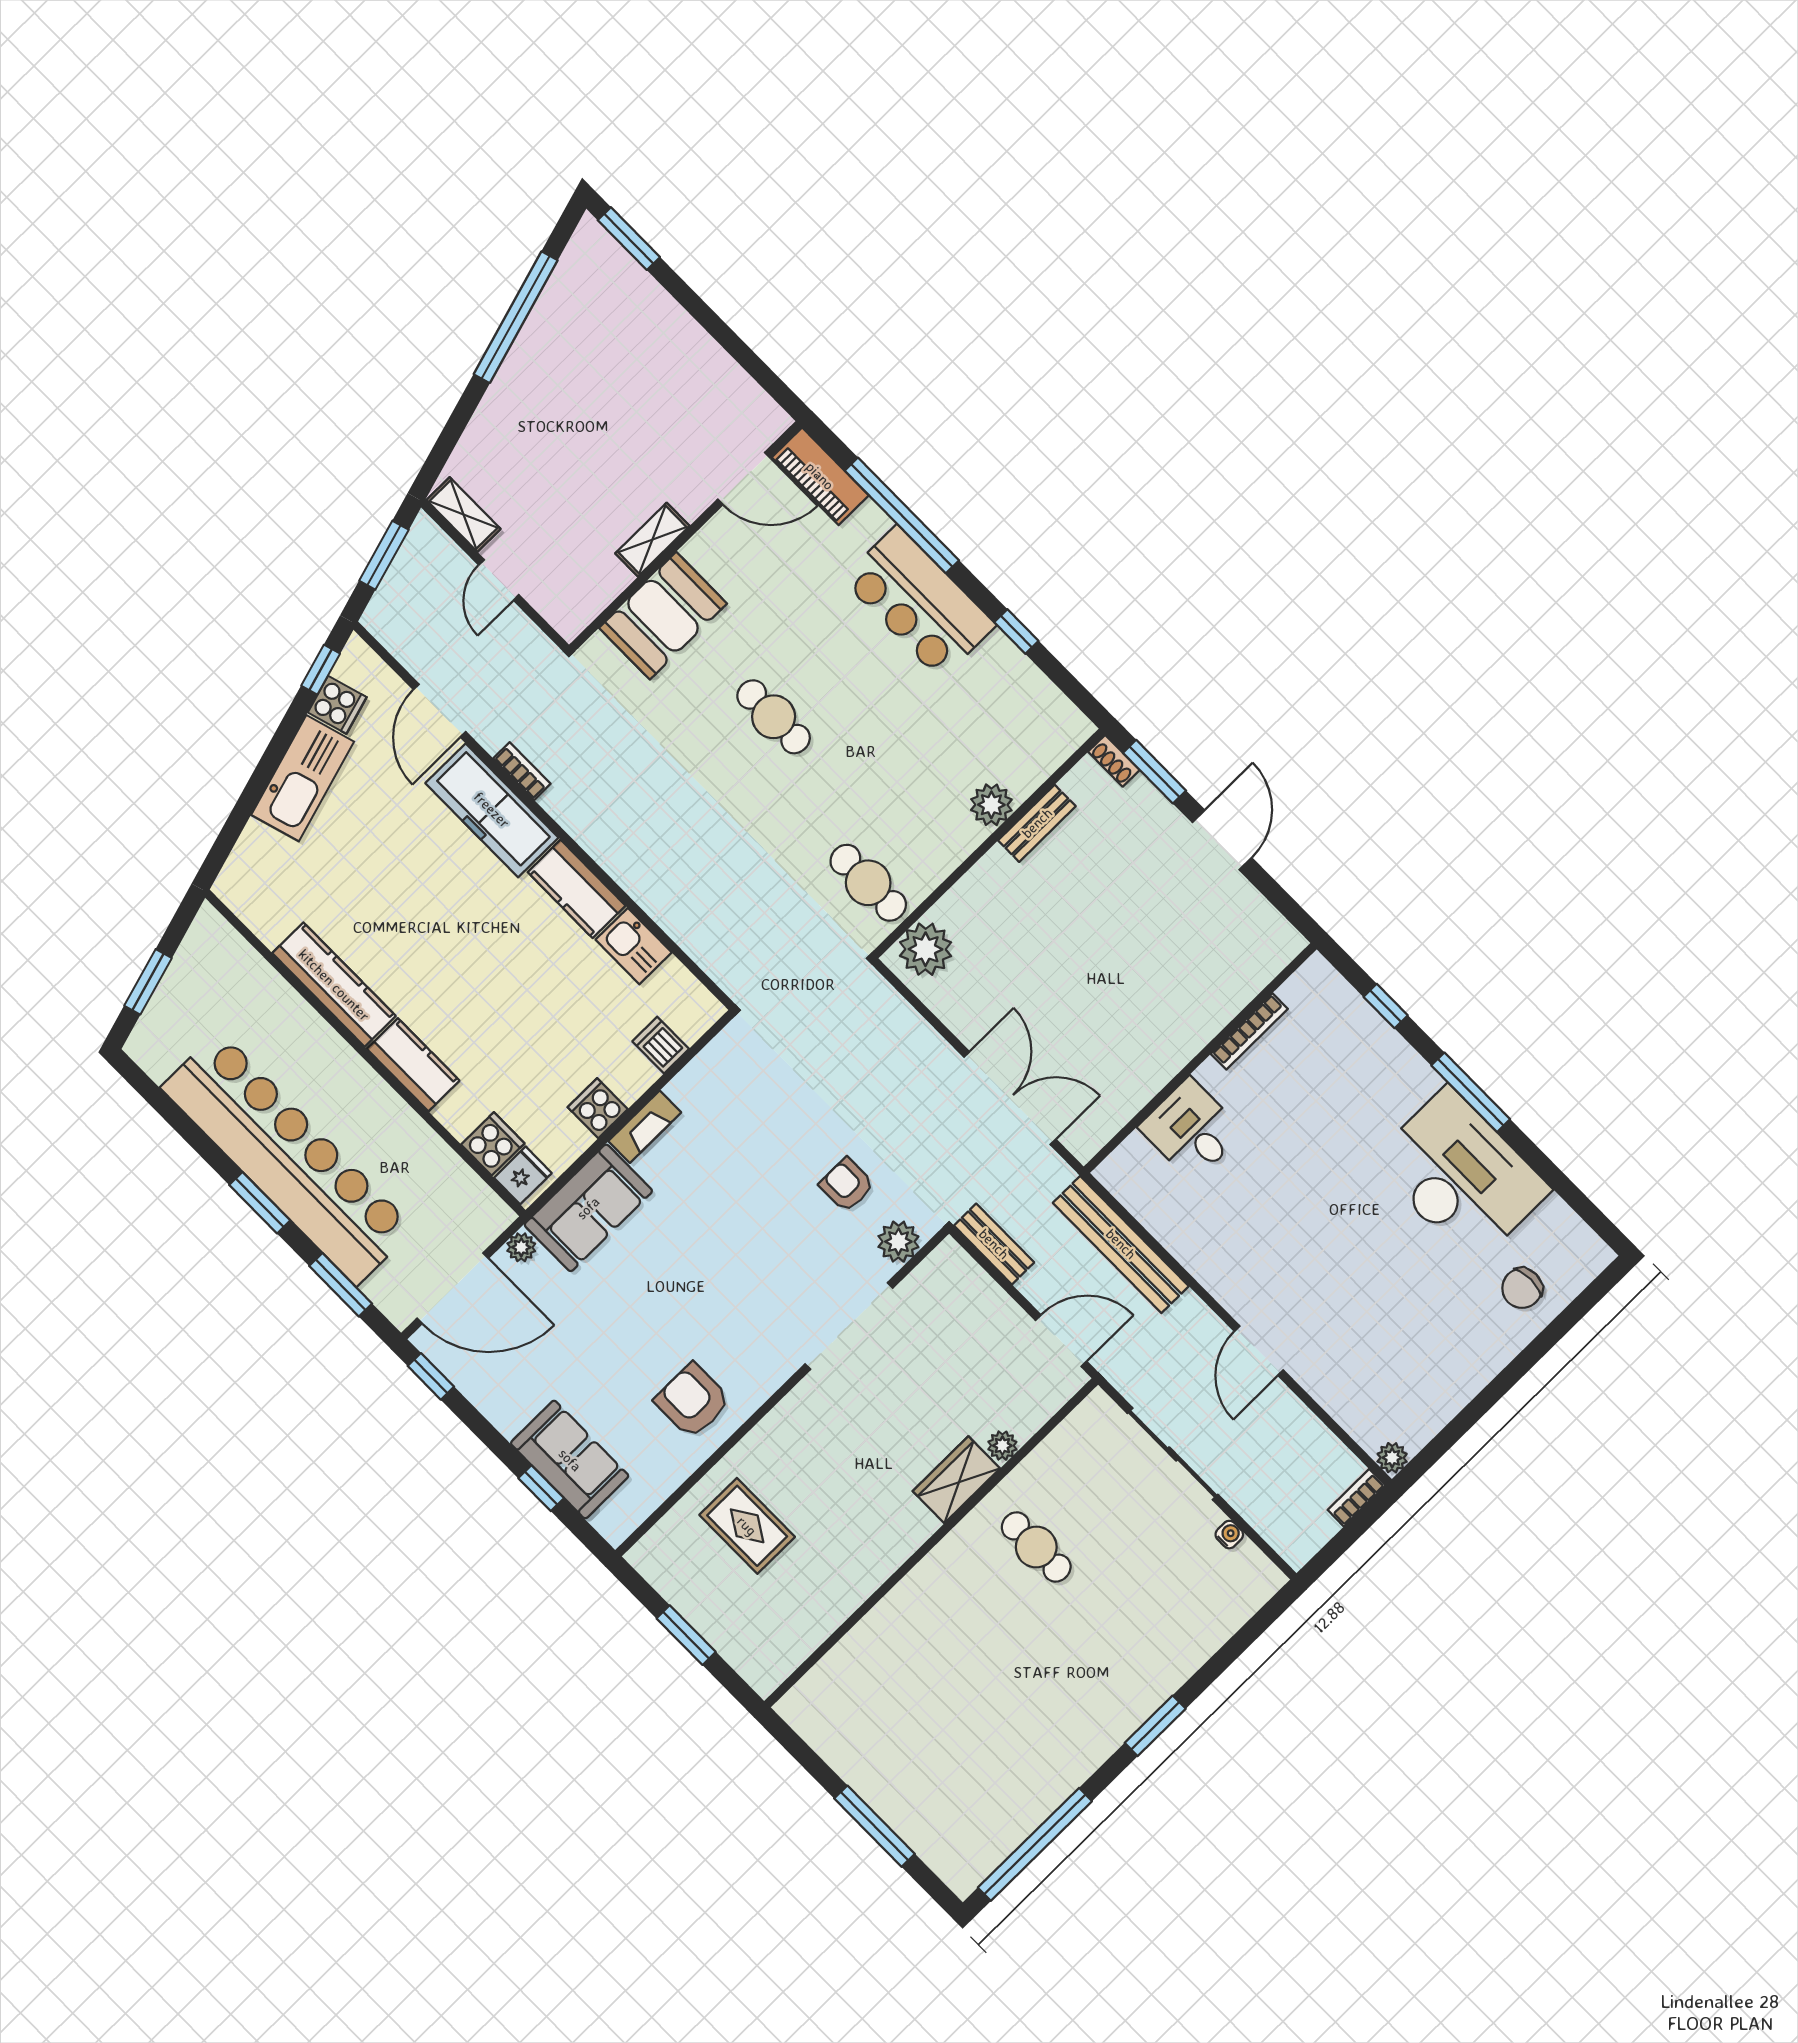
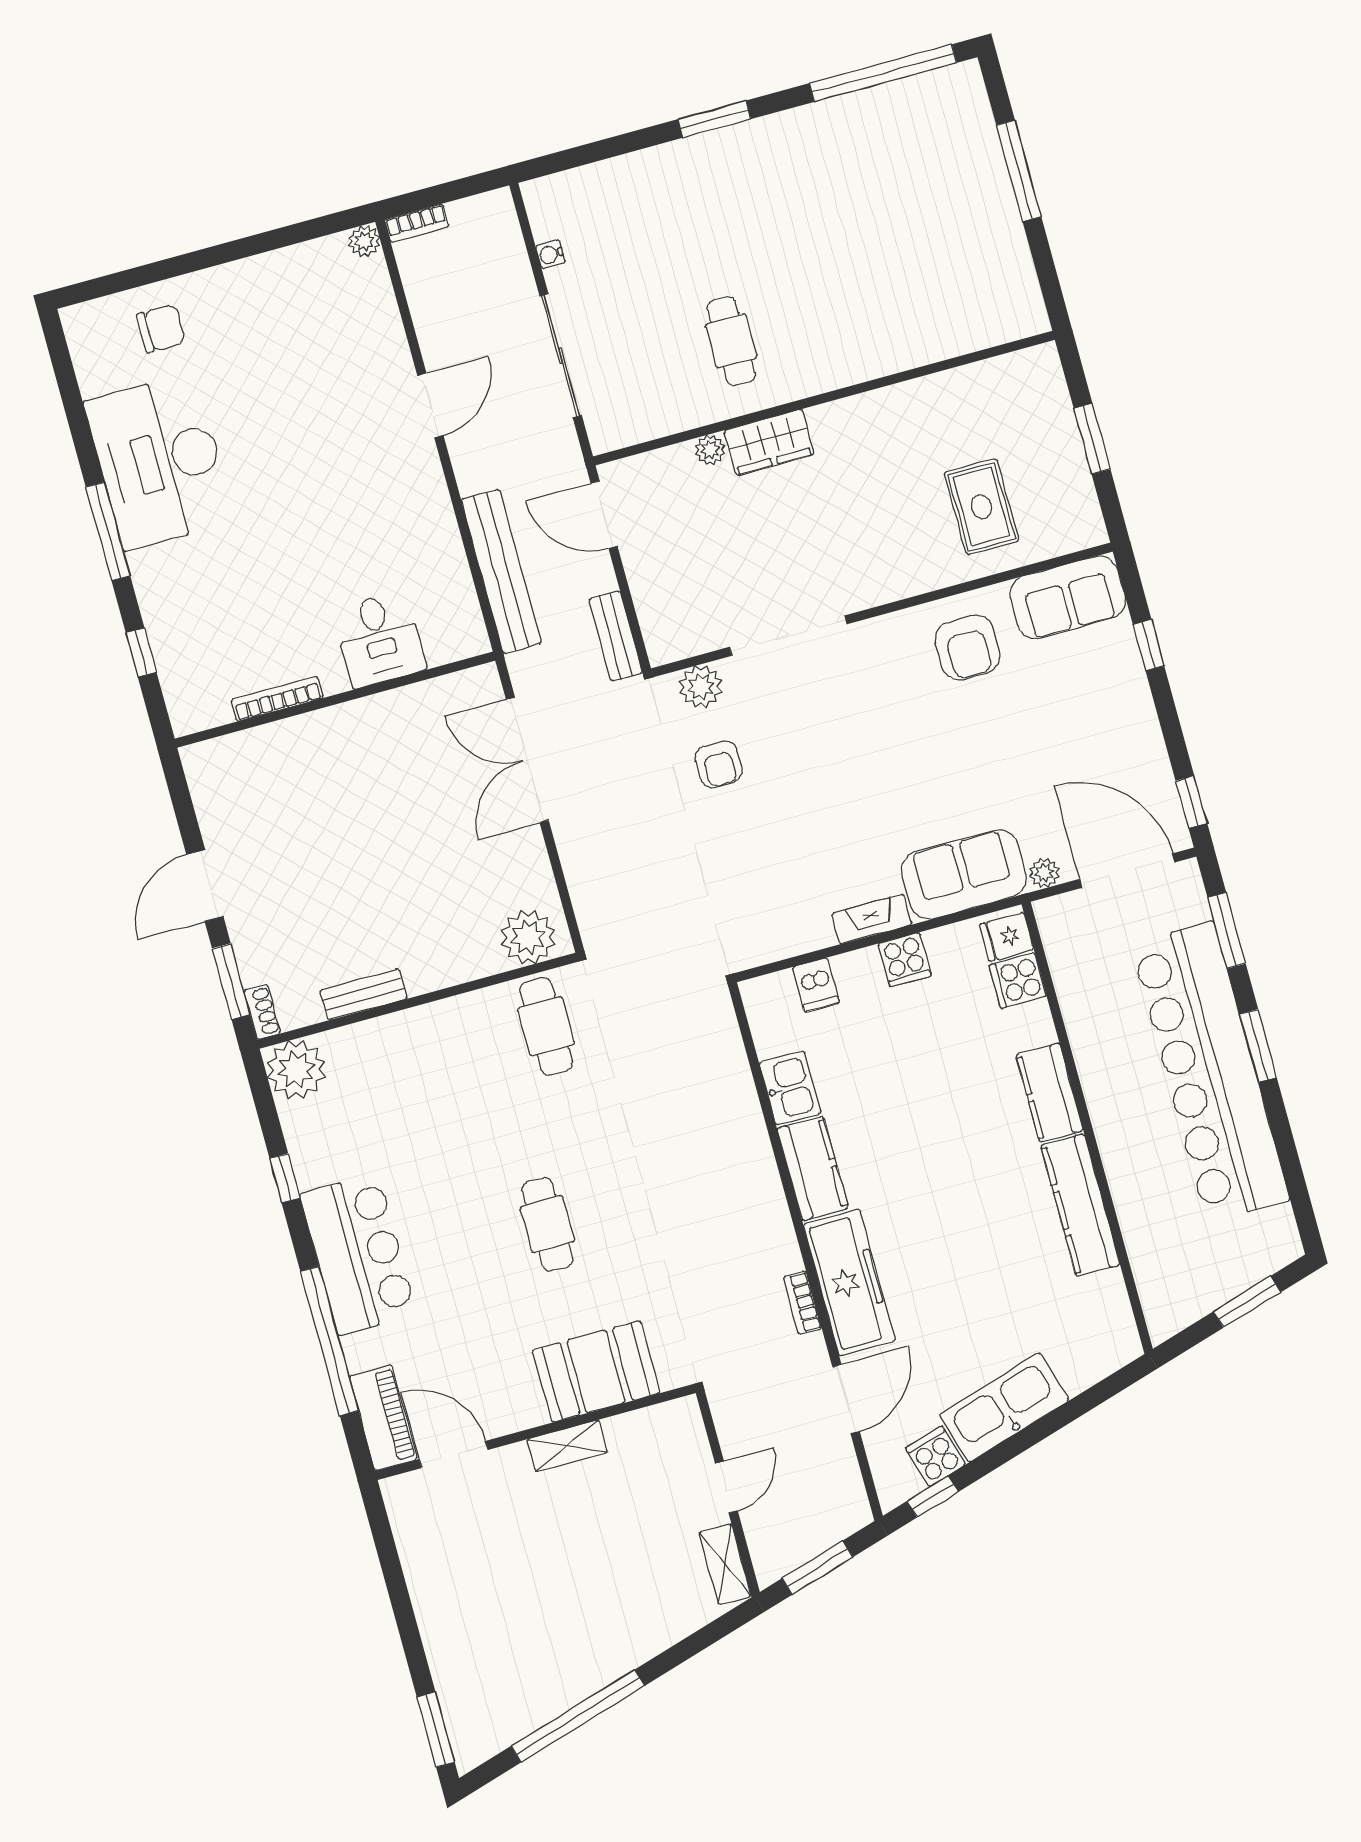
plant: (991, 805) -> (296, 1070), moved, width x1.36, depth x1.36
sofa: (570, 1460) -> (1068, 597), moved, turned -90

